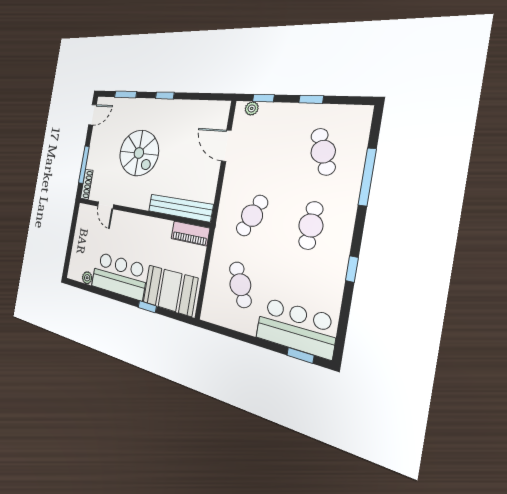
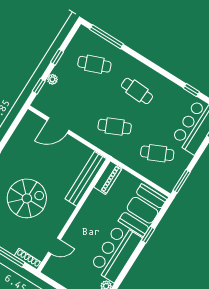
plant: (252, 108) -> (52, 79), moved
window: (367, 177) -> (106, 37), moved
cafe table: (252, 216) -> (115, 127), turned -48
window: (352, 269) -> (191, 90), moved
window: (219, 329) -> (182, 181), added

